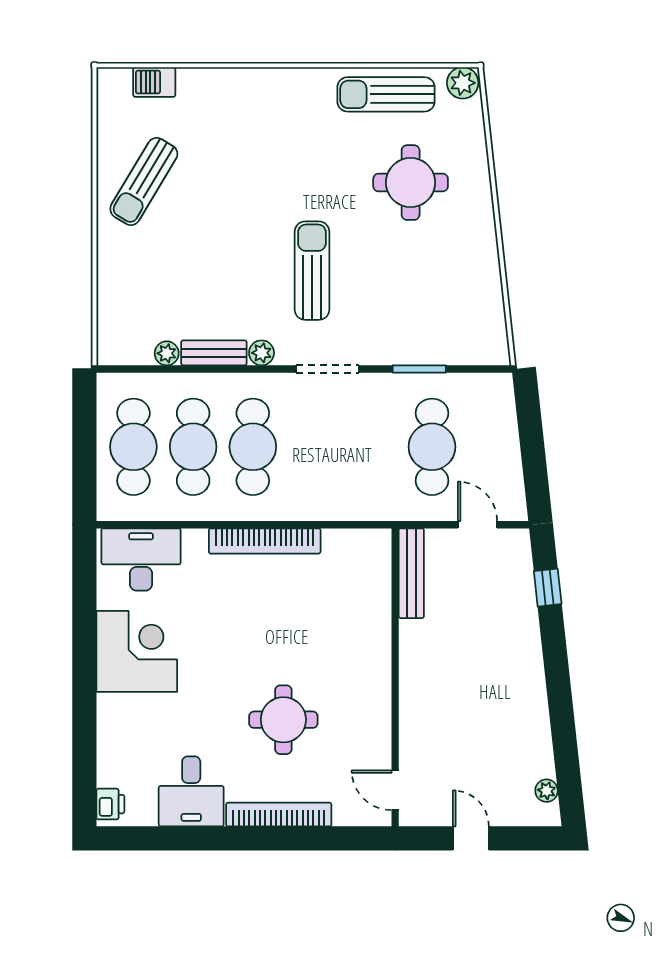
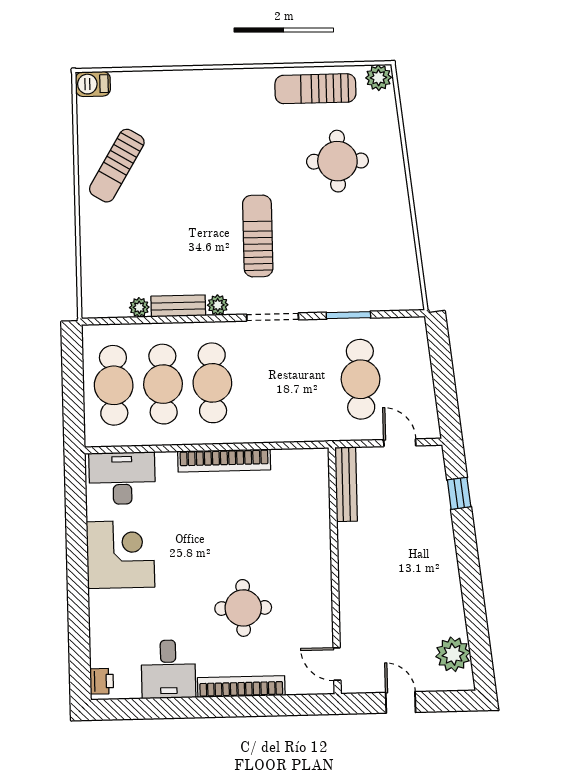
barbecue: (154, 82) -> (93, 84), moved
plant: (547, 791) -> (453, 654), width x1.88, depth x1.88

